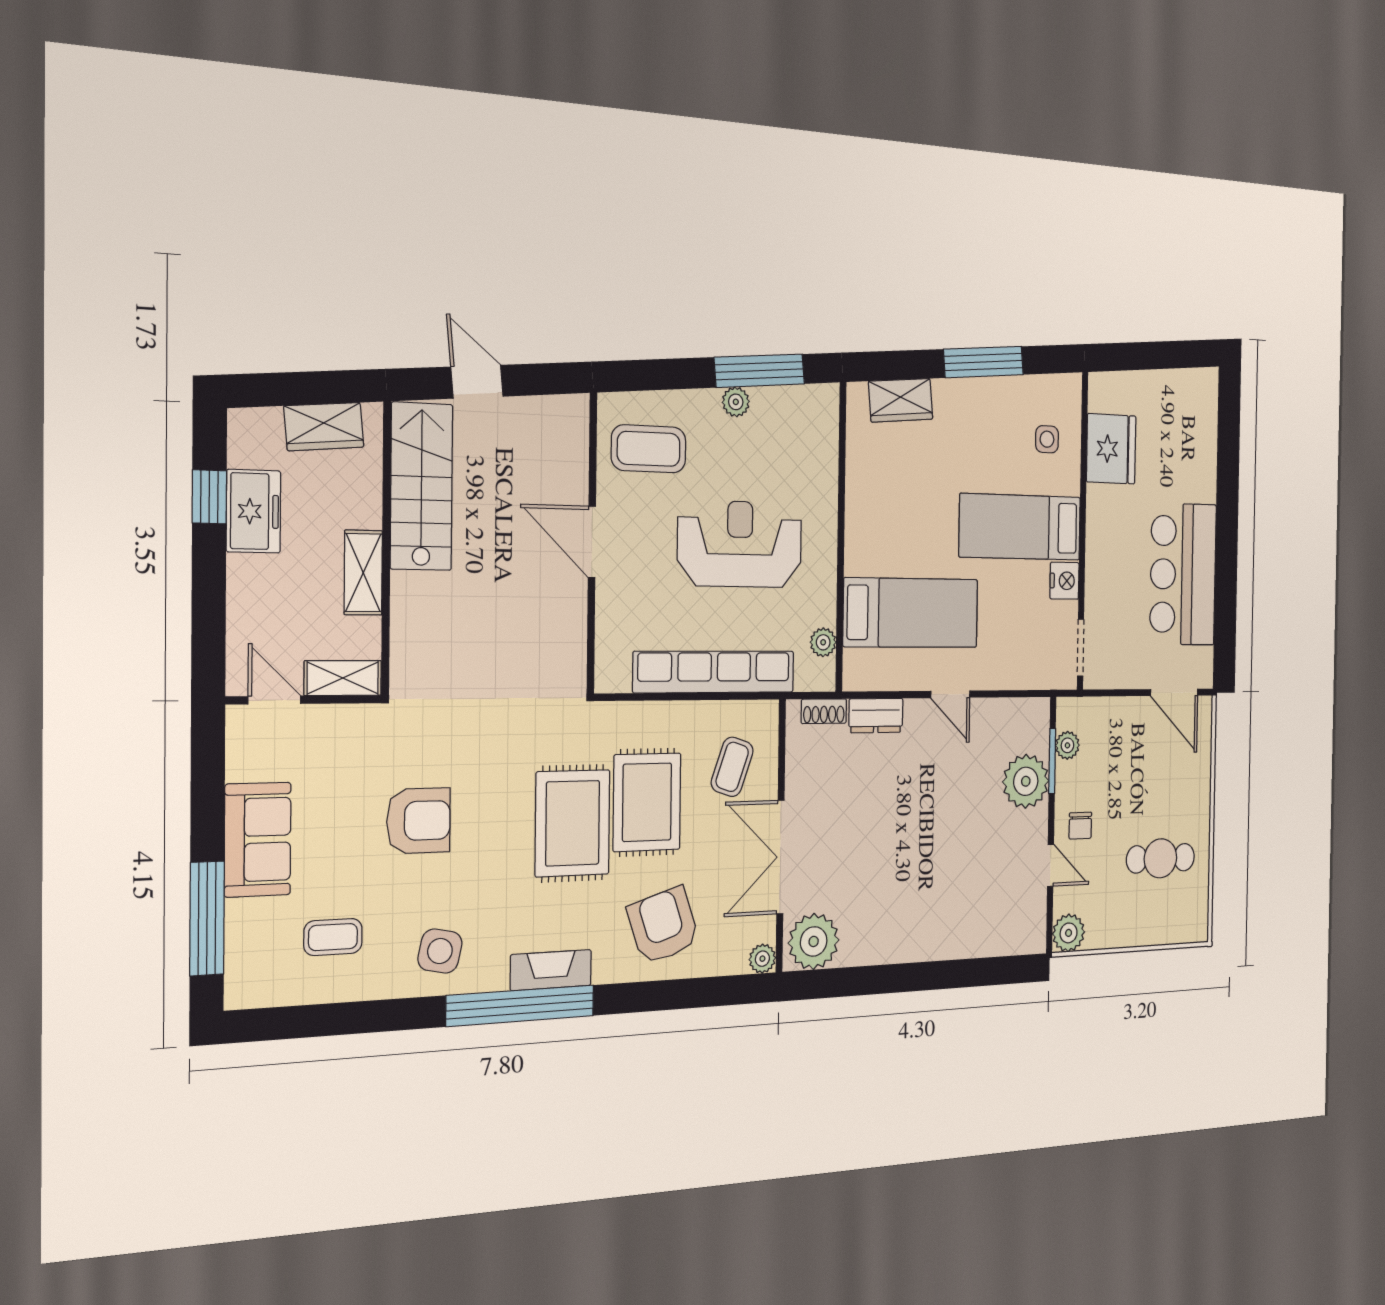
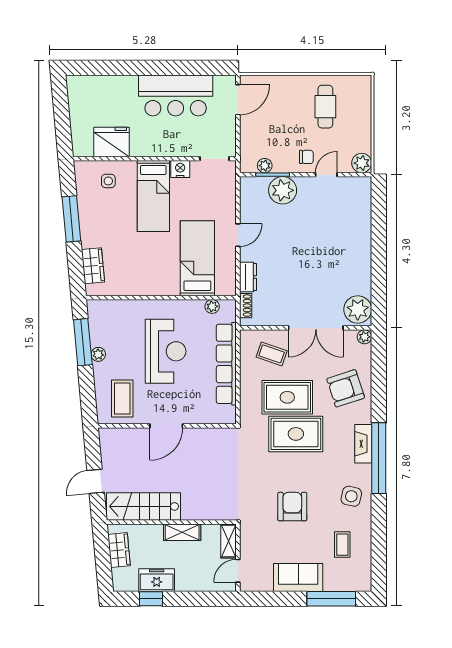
reception desk: (740, 544) -> (166, 351), turned 180

